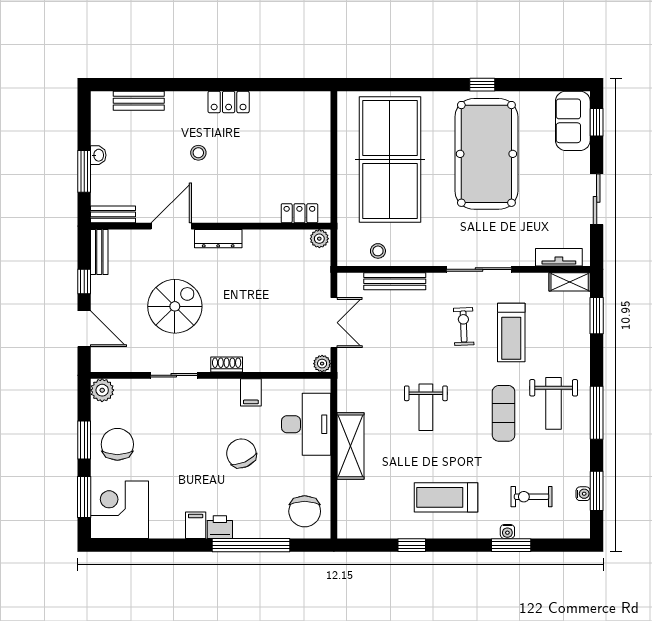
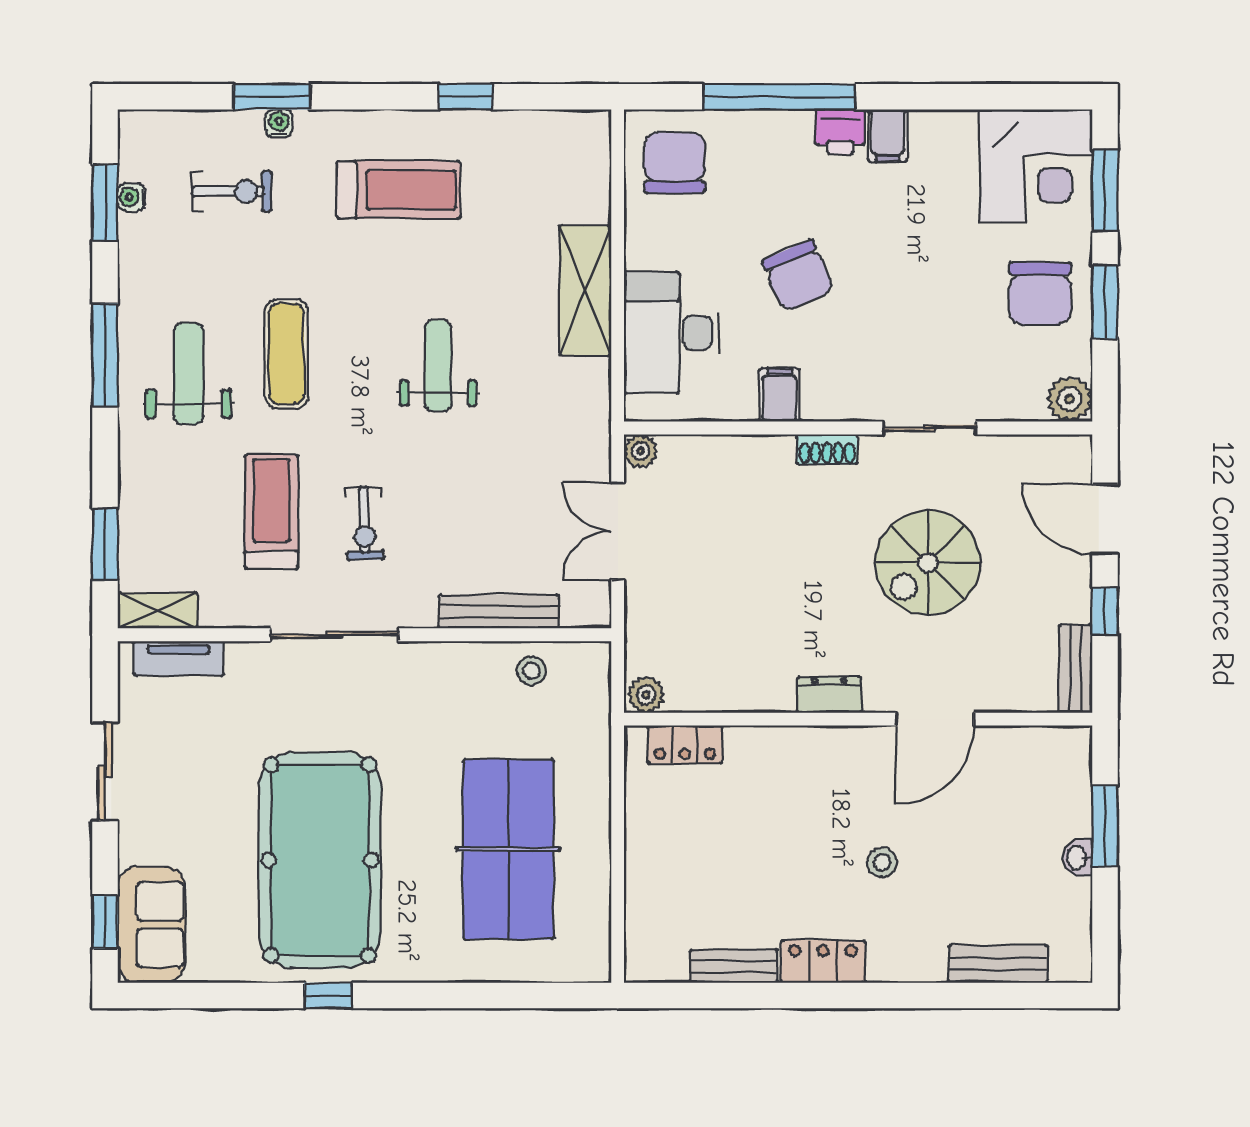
table tennis table: (390, 160) -> (508, 849), width x0.73, depth x0.76
bench: (113, 214) -> (734, 966), moved
dresser: (218, 239) -> (829, 695), width x0.70

